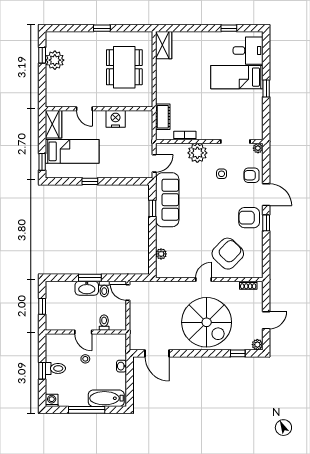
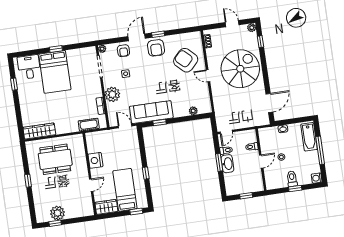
wardrobe: (164, 45) -> (39, 131), width x1.50
bed: (237, 77) -> (55, 72), width x1.50

